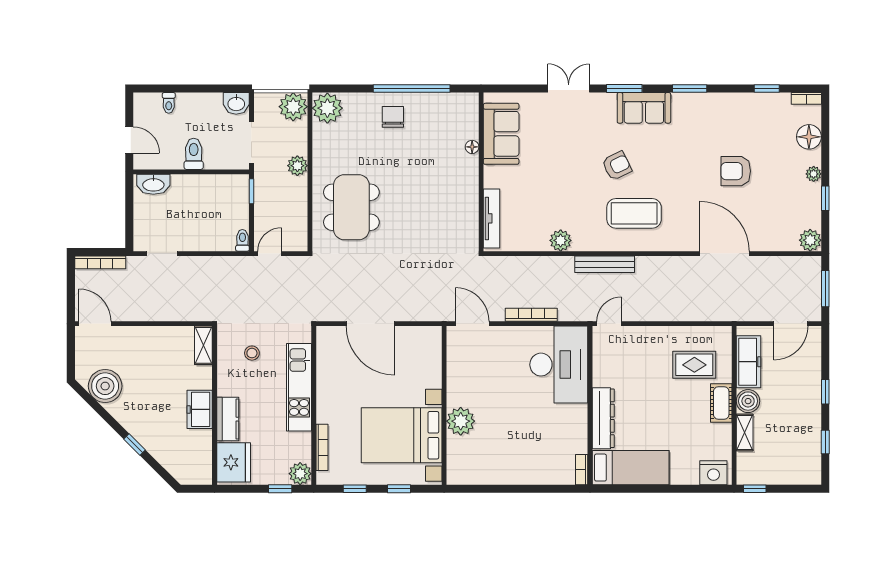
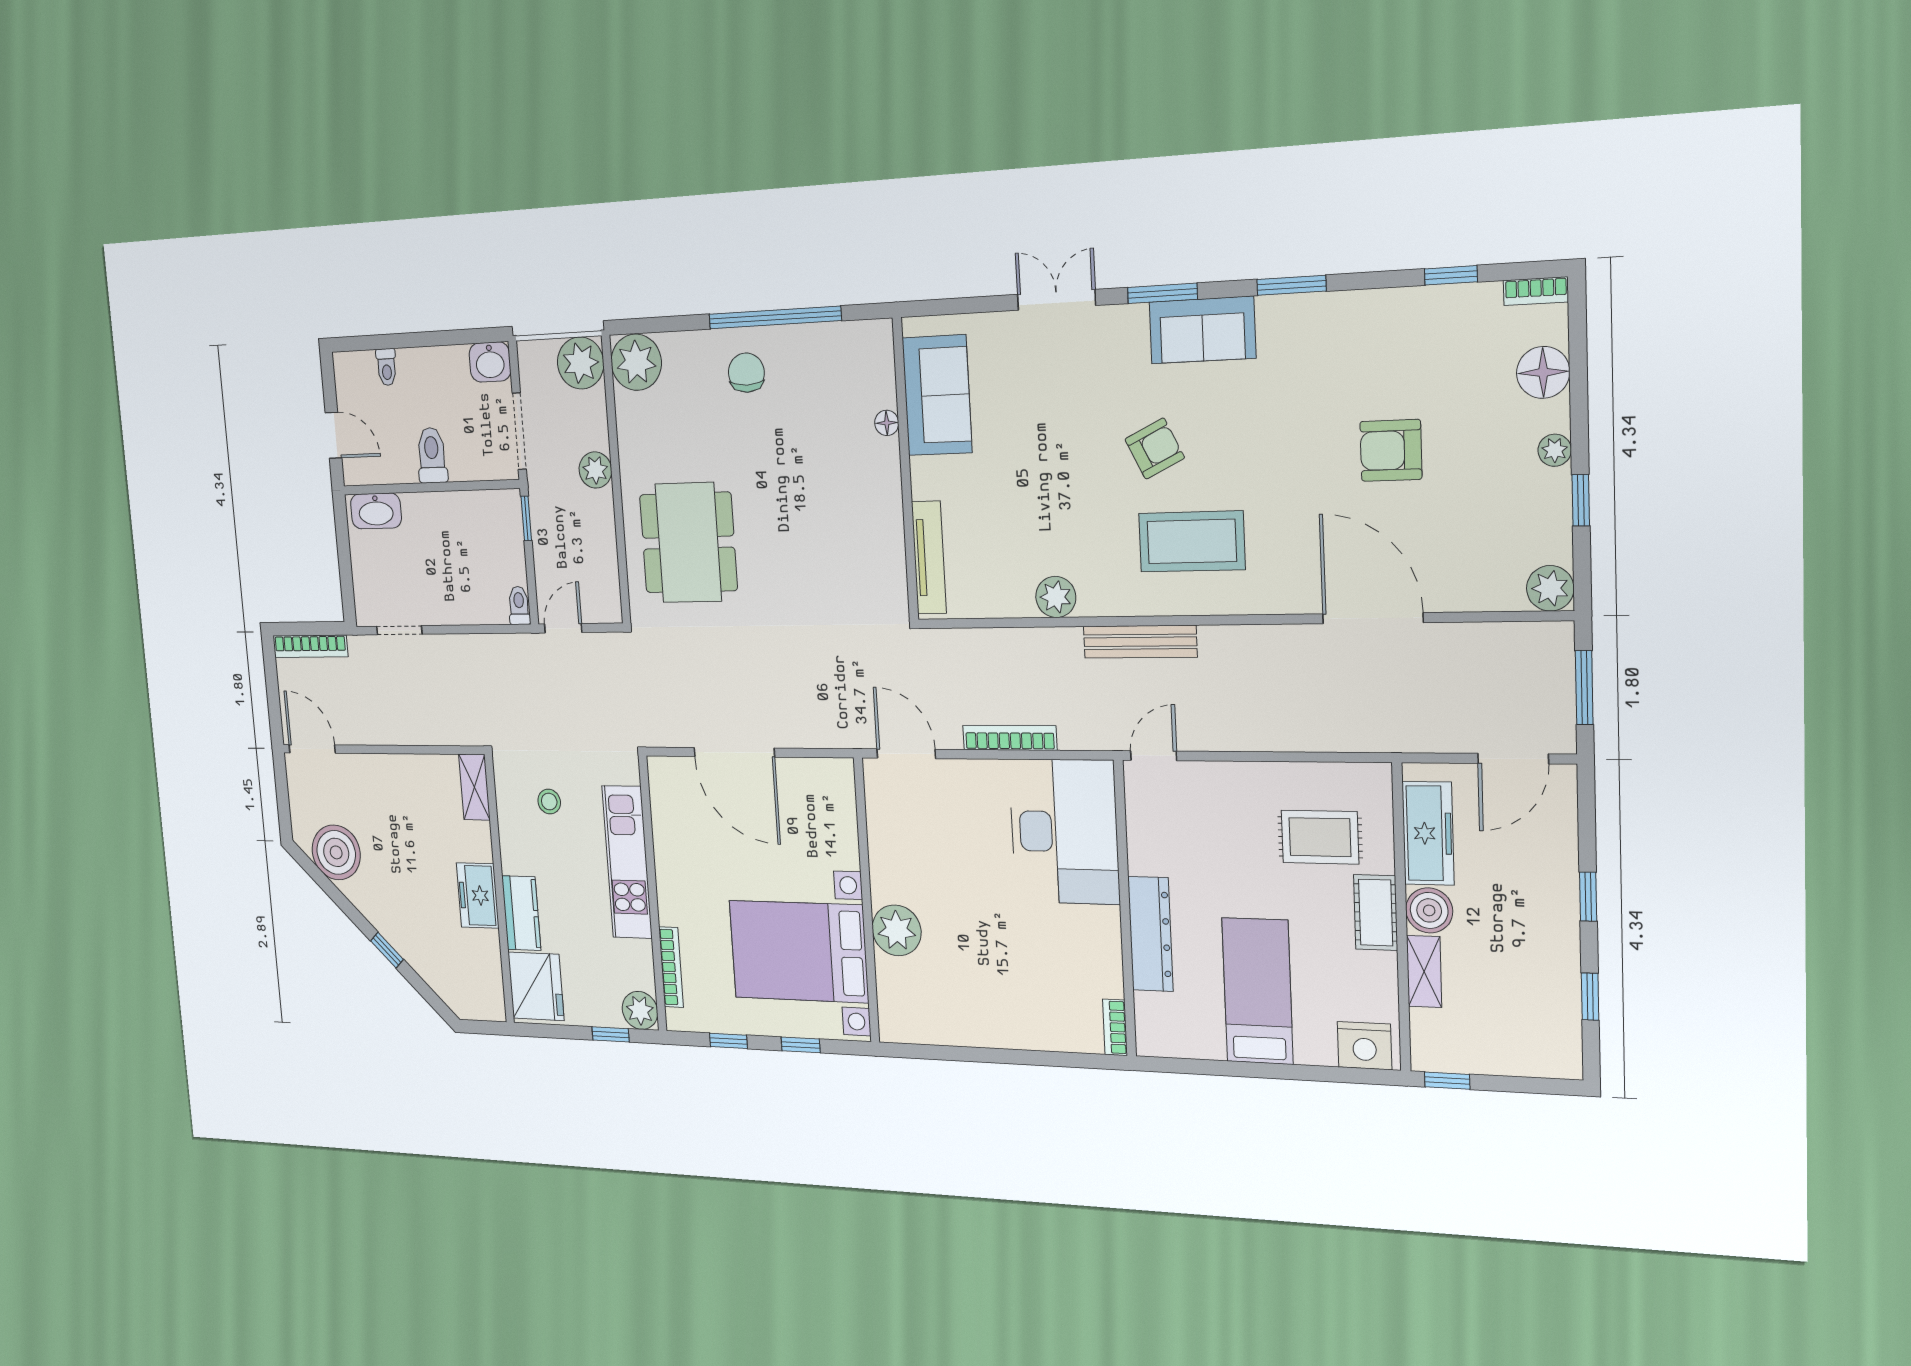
bed: (631, 468) -> (1257, 991), moved, turned -90

